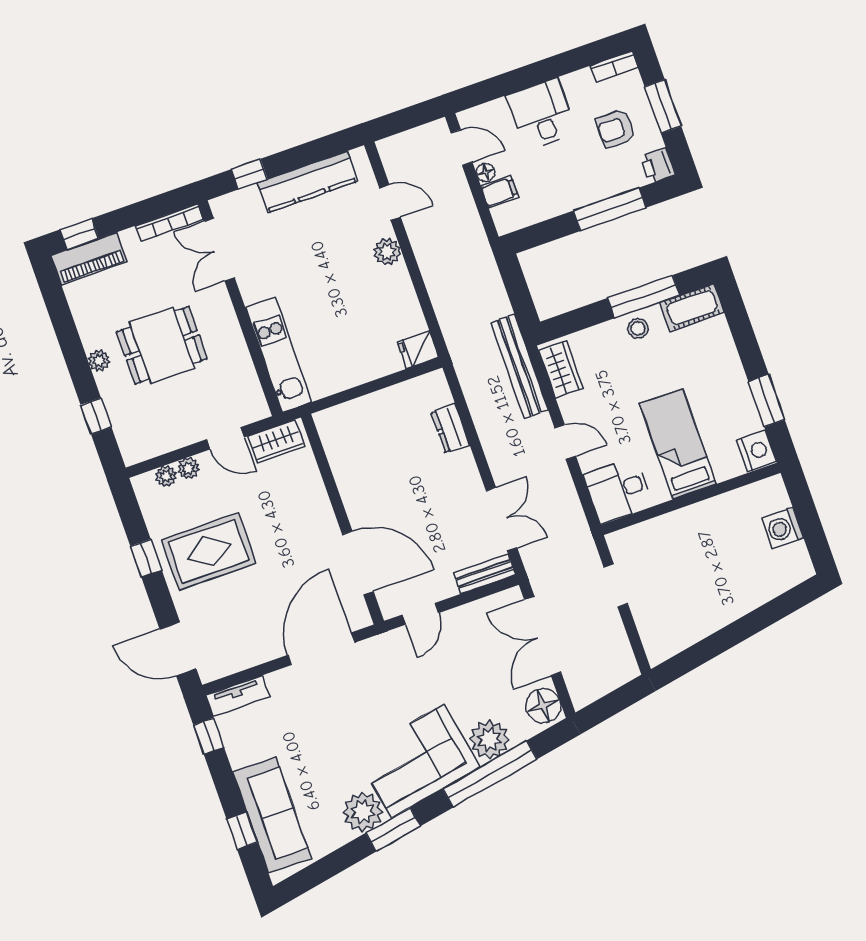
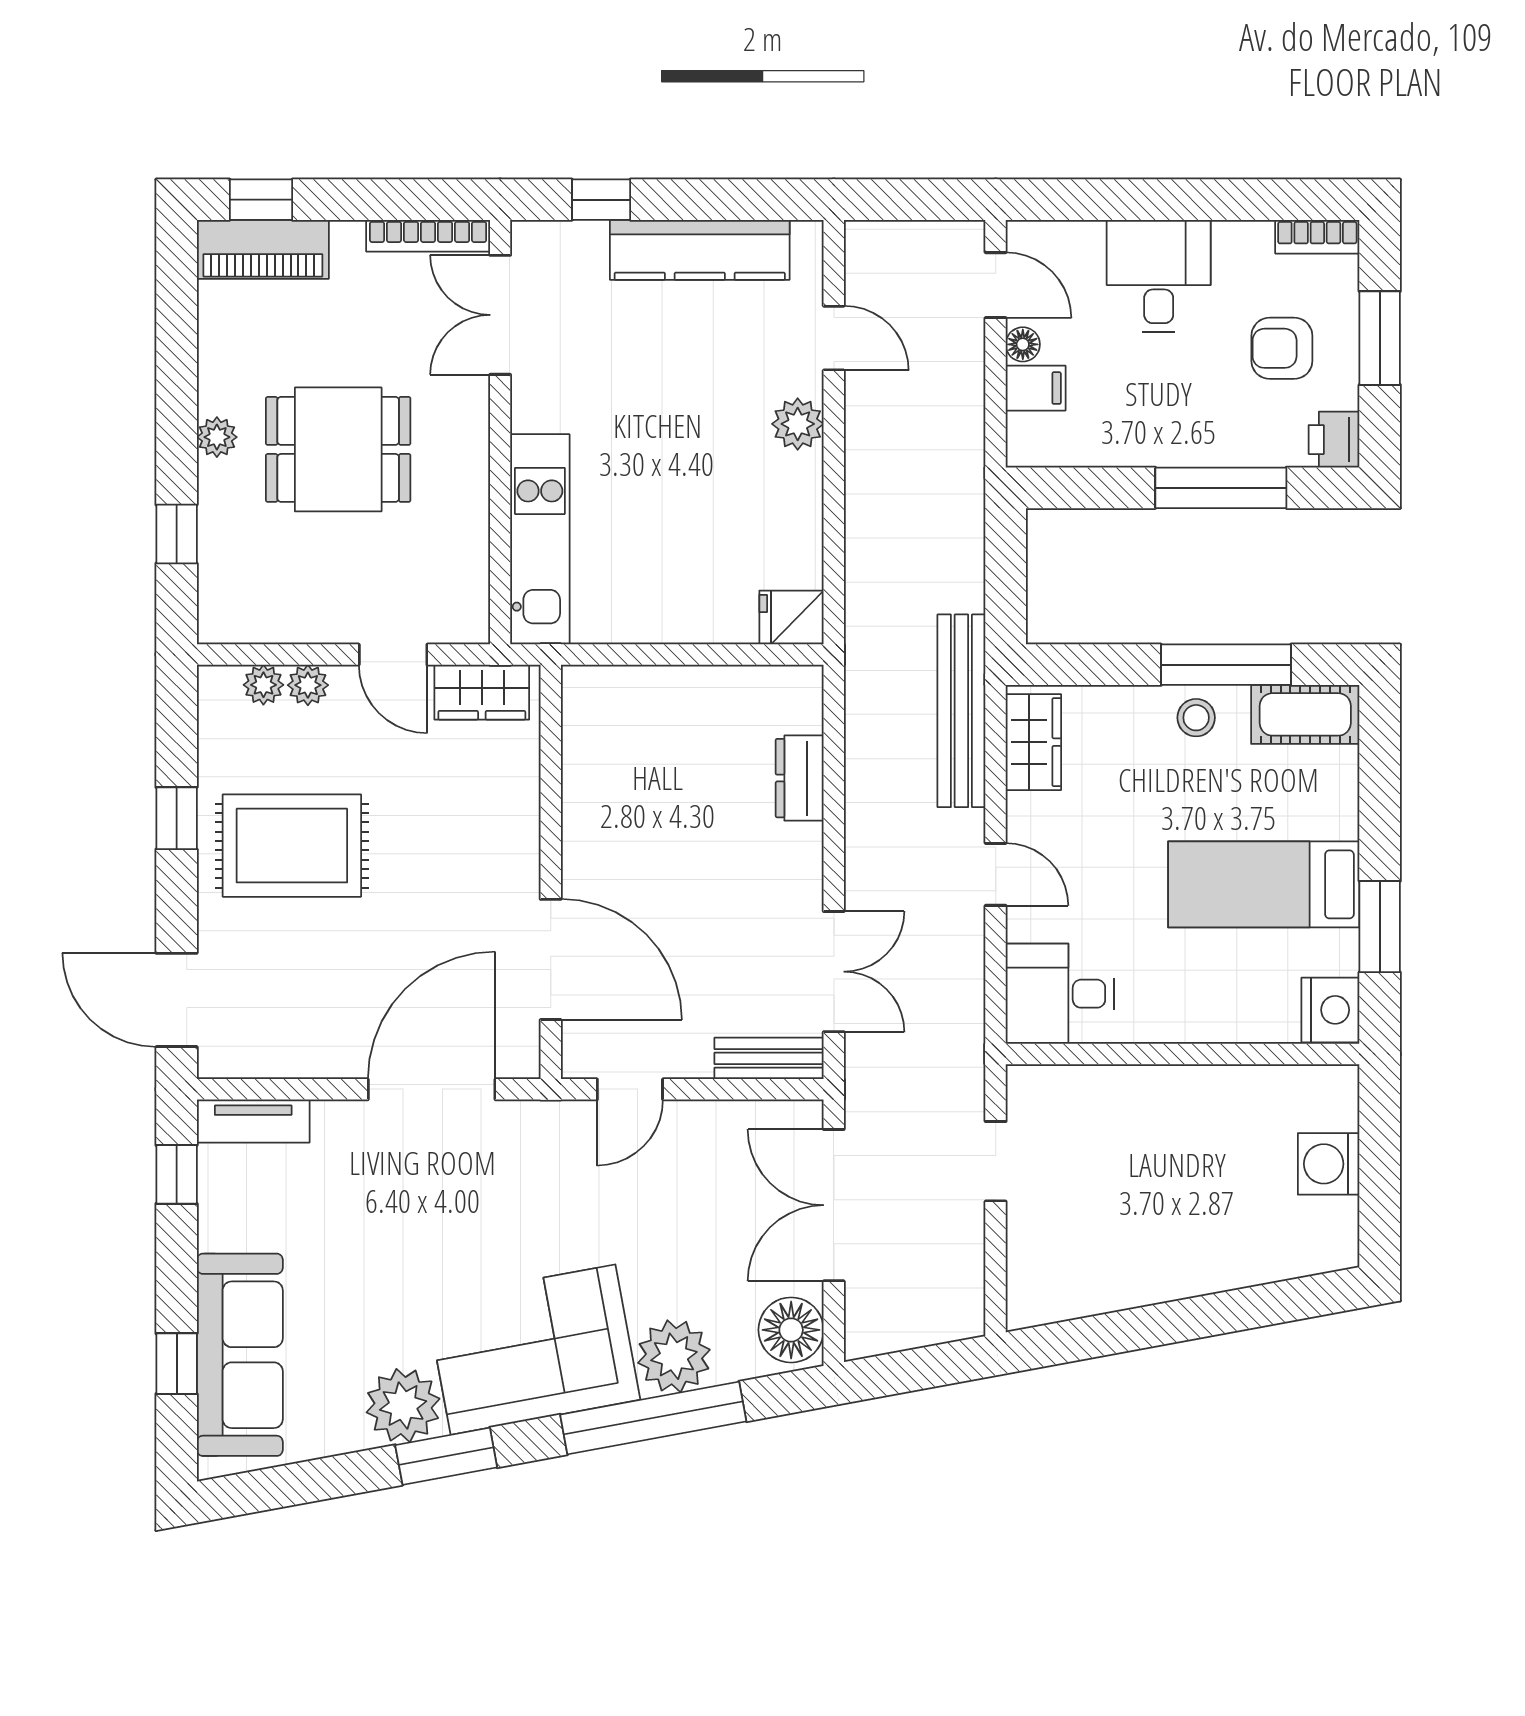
bed: (678, 444) -> (1264, 884), moved, turned -90

